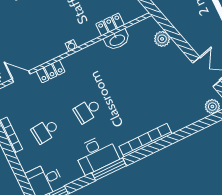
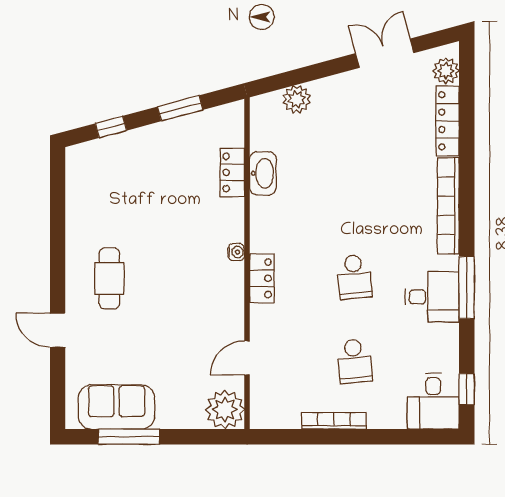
locker: (51, 71) -> (262, 278), moved
locker: (188, 119) -> (448, 121), added
desk: (96, 154) -> (432, 297), width x0.73

